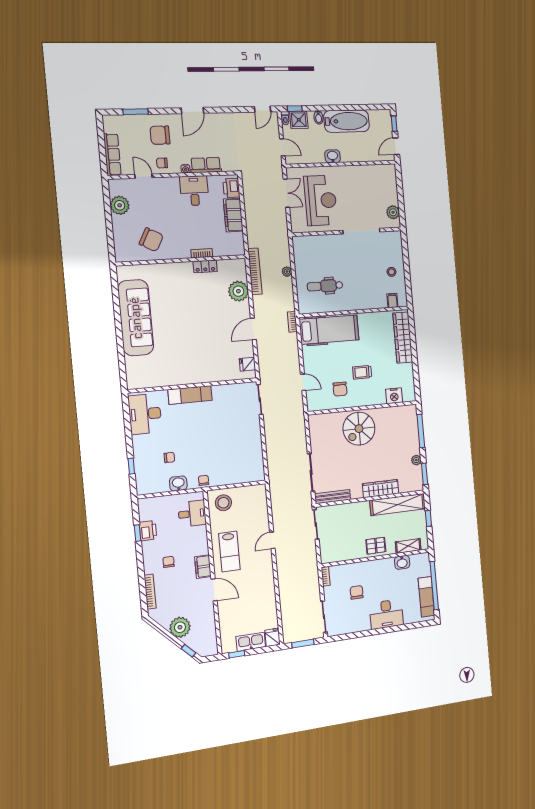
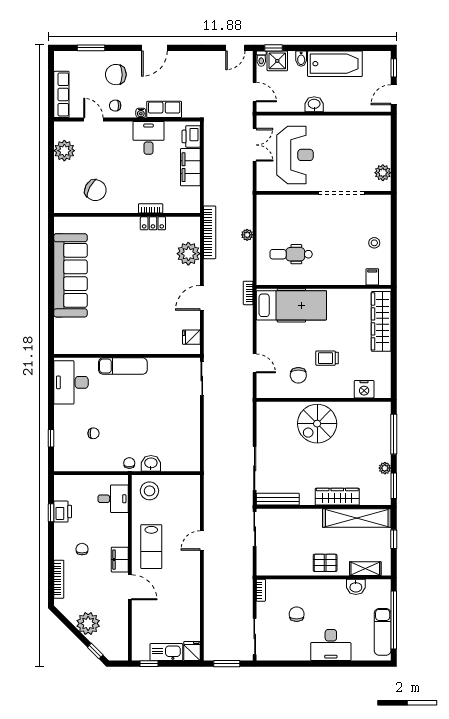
washbasin: (178, 484) -> (151, 463), moved

